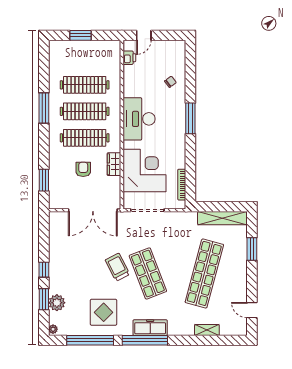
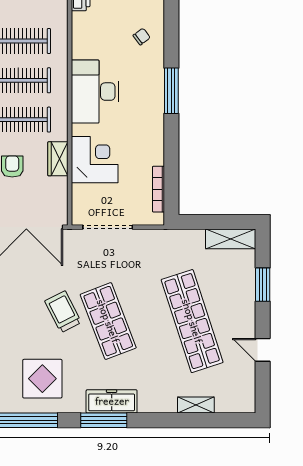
corner desk: (144, 170) -> (95, 160), width x0.74, depth x0.74
shelving: (222, 218) -> (231, 239), width x0.68
shop shelf: (204, 273) -> (192, 321), turned -33
door: (252, 310) -> (263, 350), moved
window: (145, 340) -> (104, 420), width x0.68

